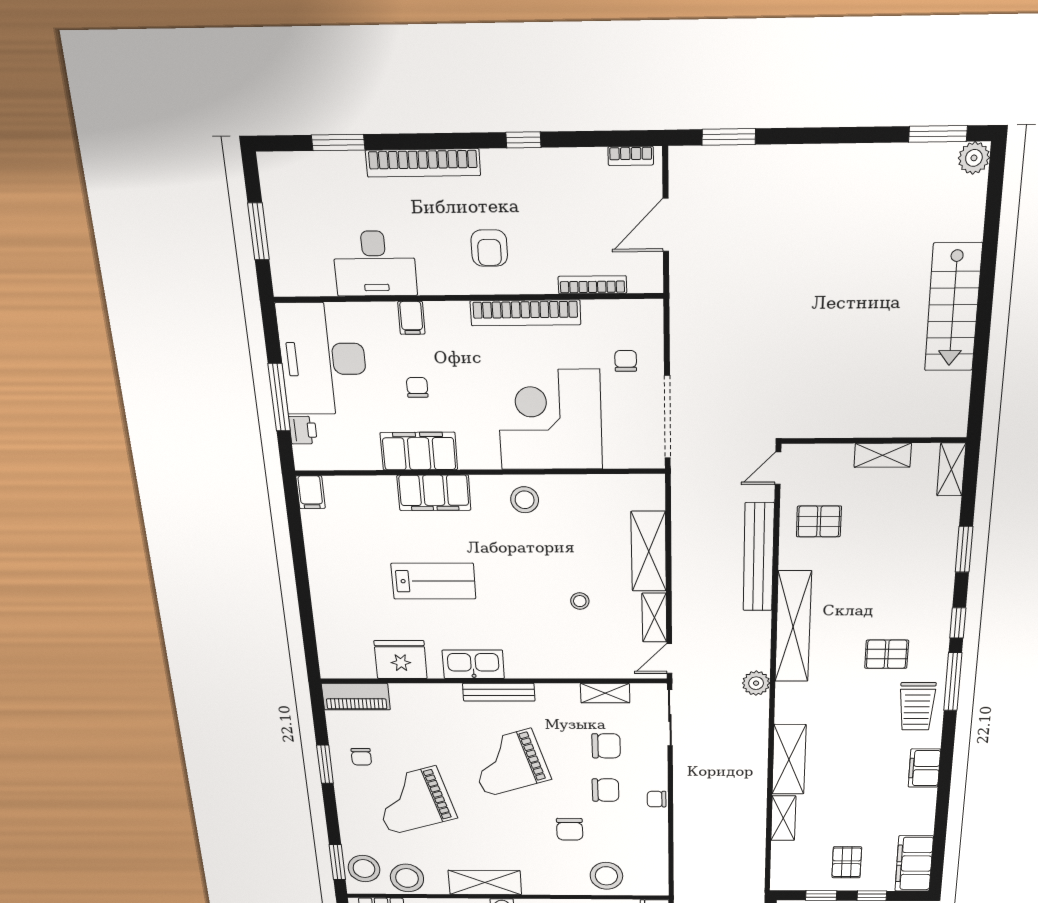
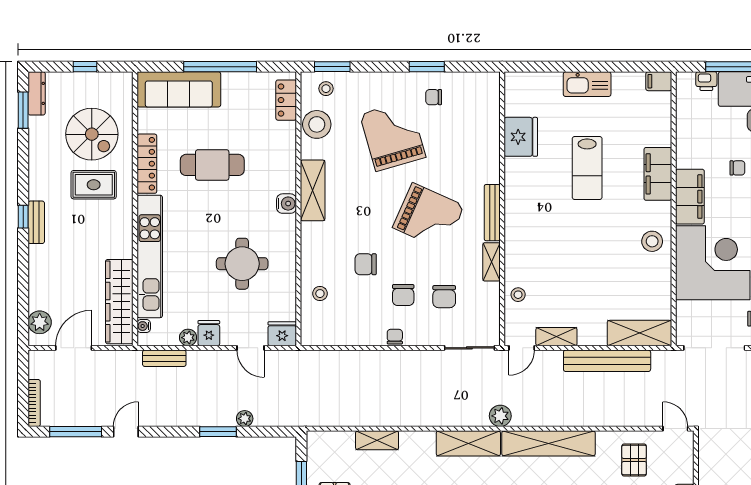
filing cabinet: (419, 451) -> (690, 197), moved
shelving: (649, 551) -> (639, 333), moved
bench: (759, 557) -> (607, 361), moved
stool: (580, 601) -> (518, 295), moved
door: (669, 659) -> (522, 348), swing flipped
kitchen sink: (473, 664) -> (587, 84), moved, turned 90
shelving: (605, 693) -> (491, 262), moved
piano: (356, 697) -> (488, 98), removed
shelving: (789, 759) -> (468, 443), moved
grand piano: (508, 763) -> (428, 217), turned 131
stool: (364, 869) -> (326, 89), width x0.53, depth x0.53
stool: (606, 876) -> (320, 294), width x0.53, depth x0.53

